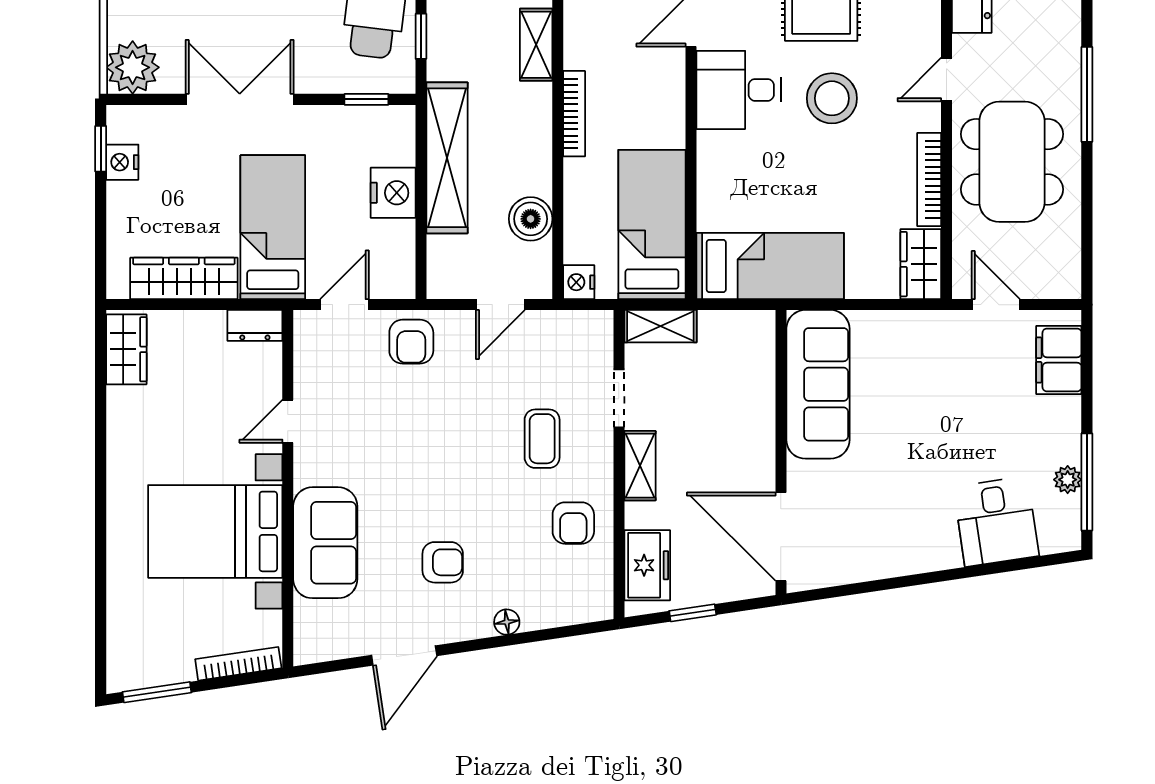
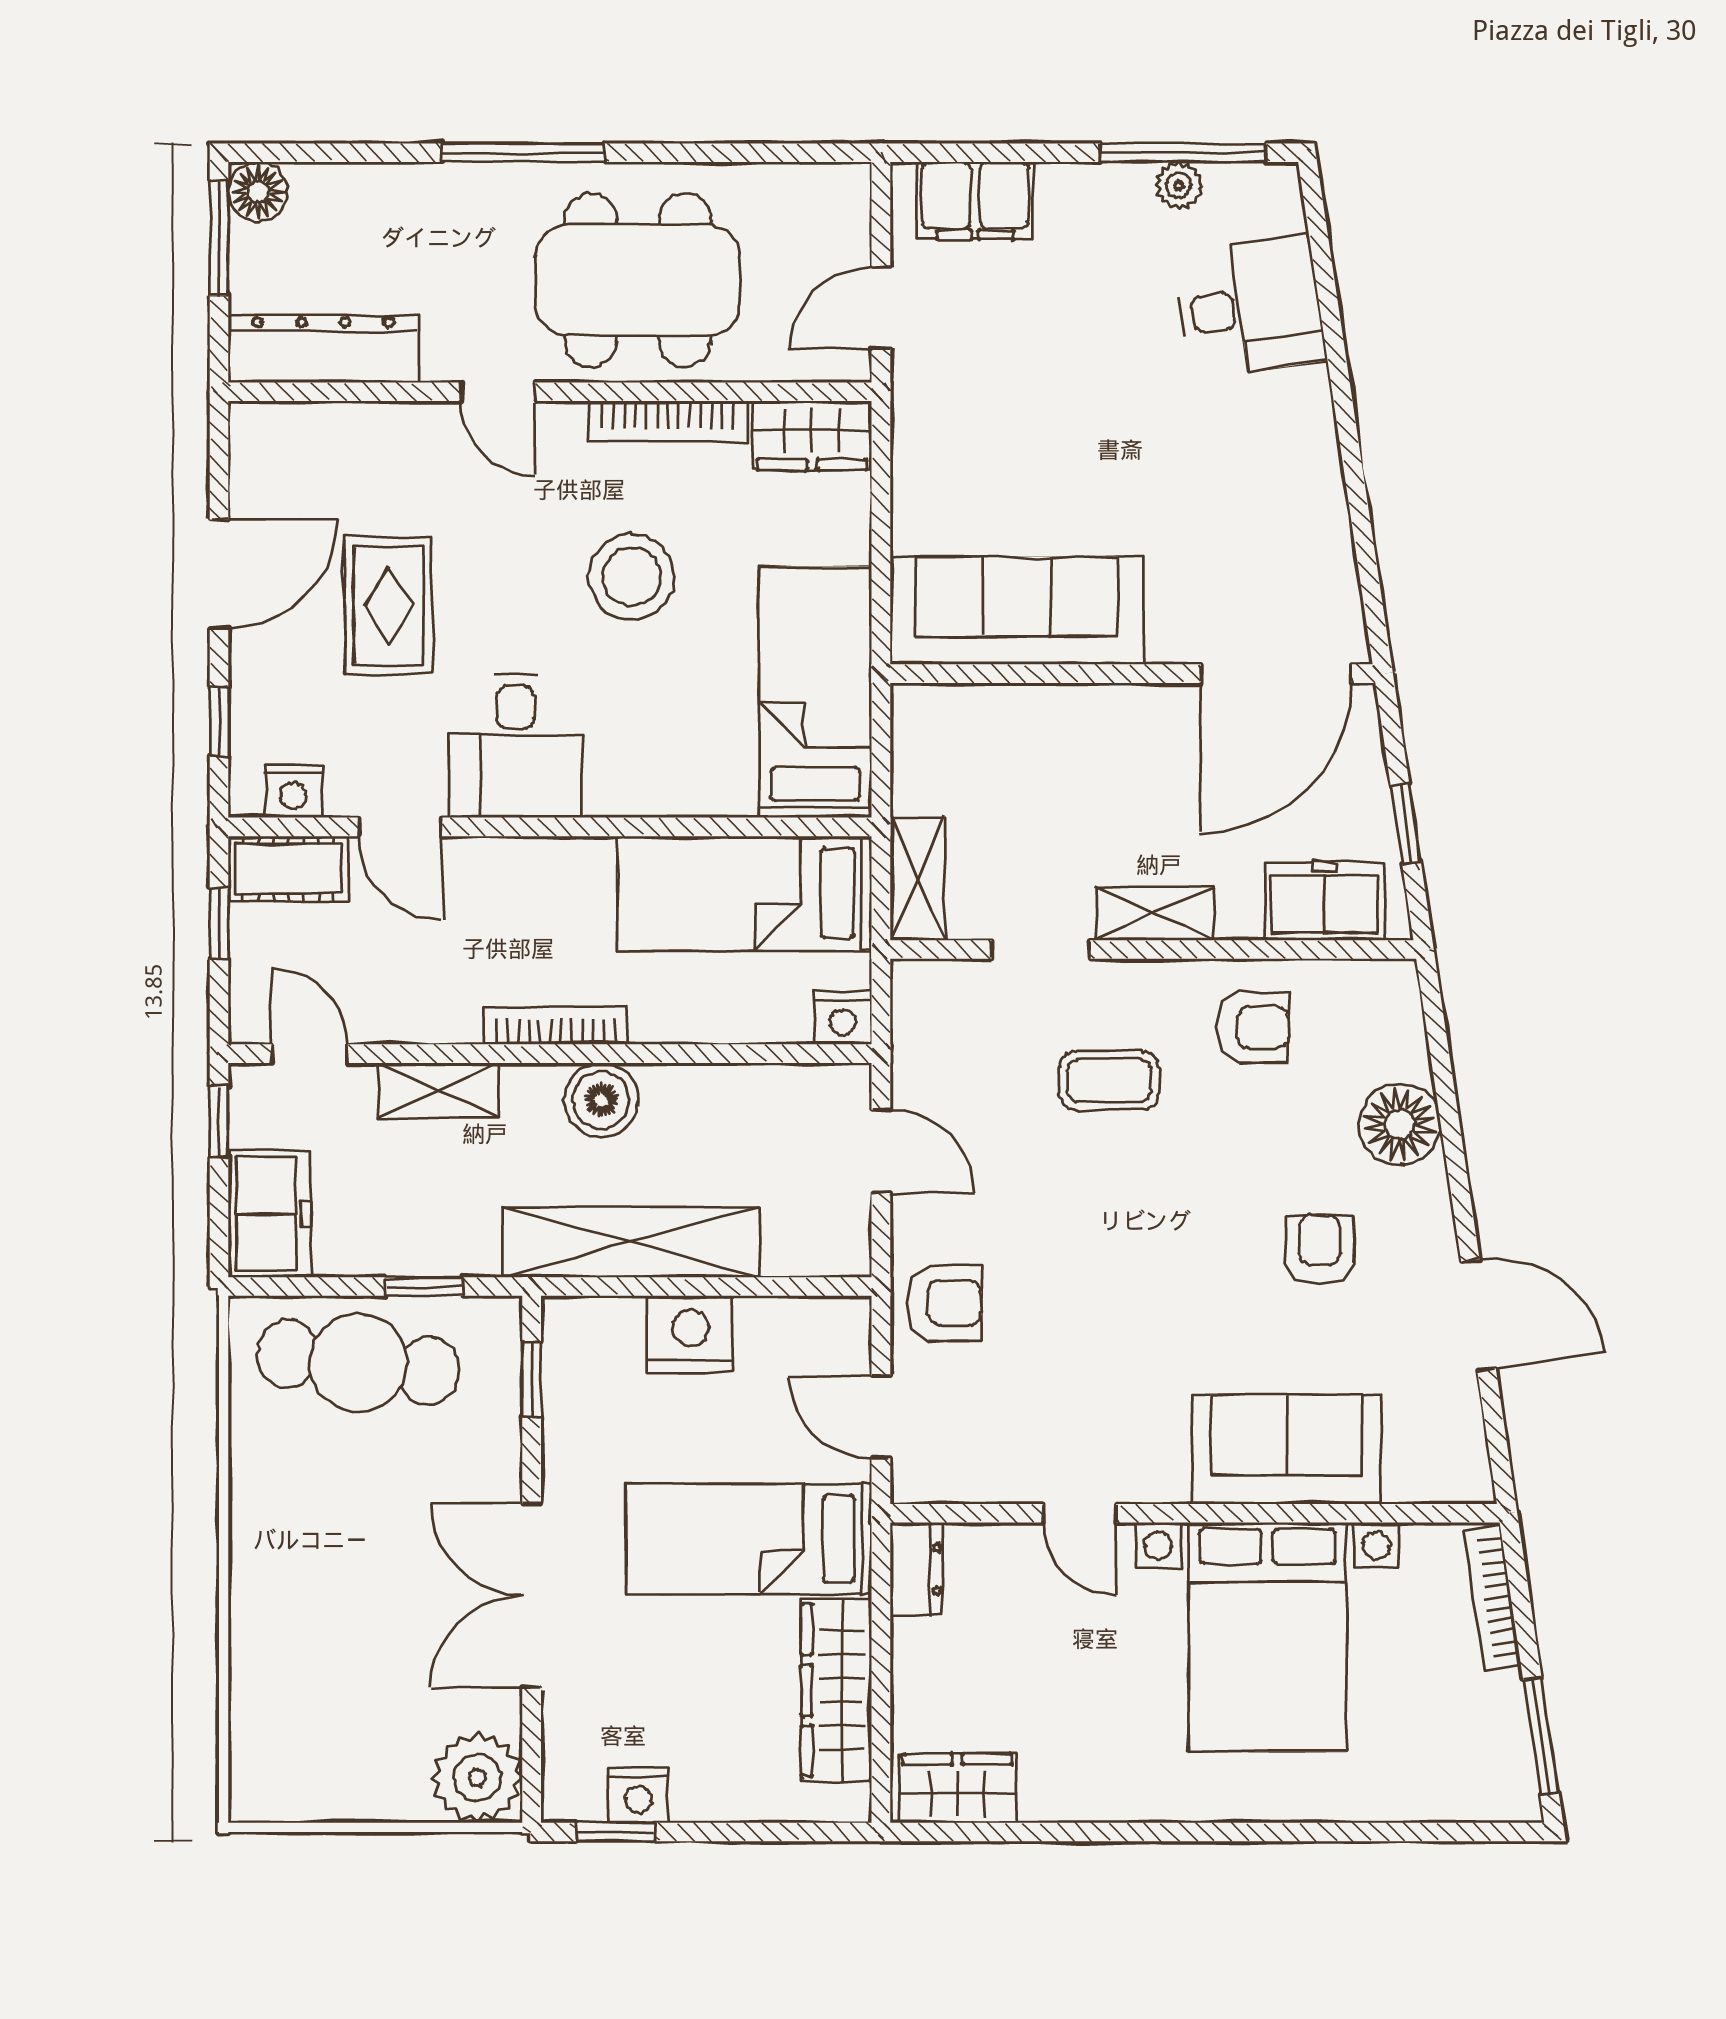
stool: (832, 98) -> (631, 577), moved
boiler: (531, 219) -> (601, 1100), moved
floor lamp: (507, 622) -> (1400, 1124), width x1.89, depth x1.89

